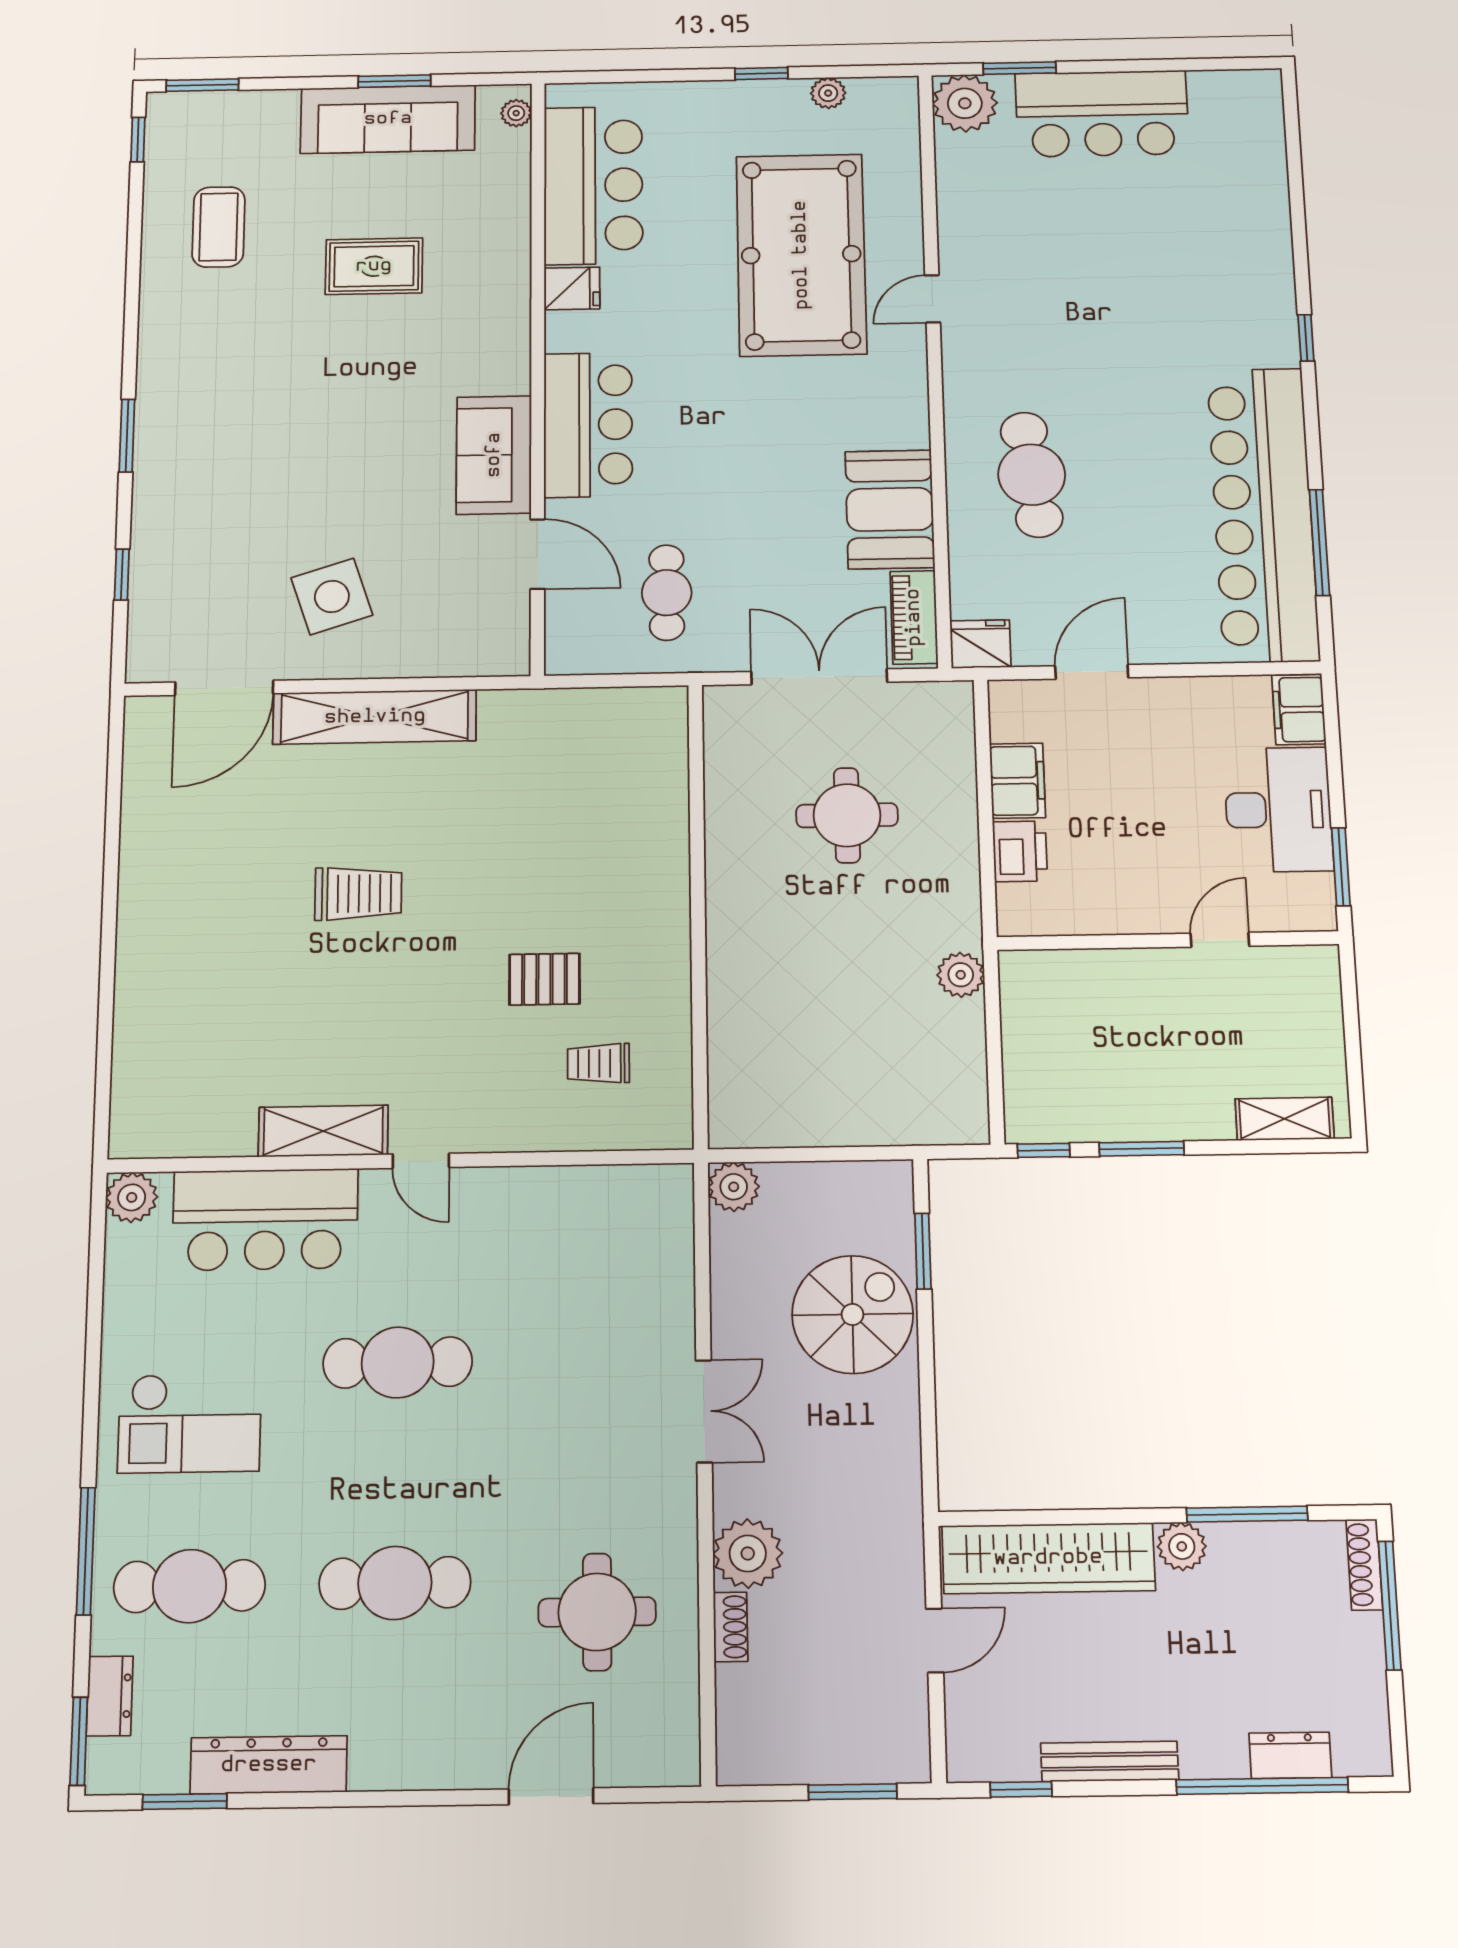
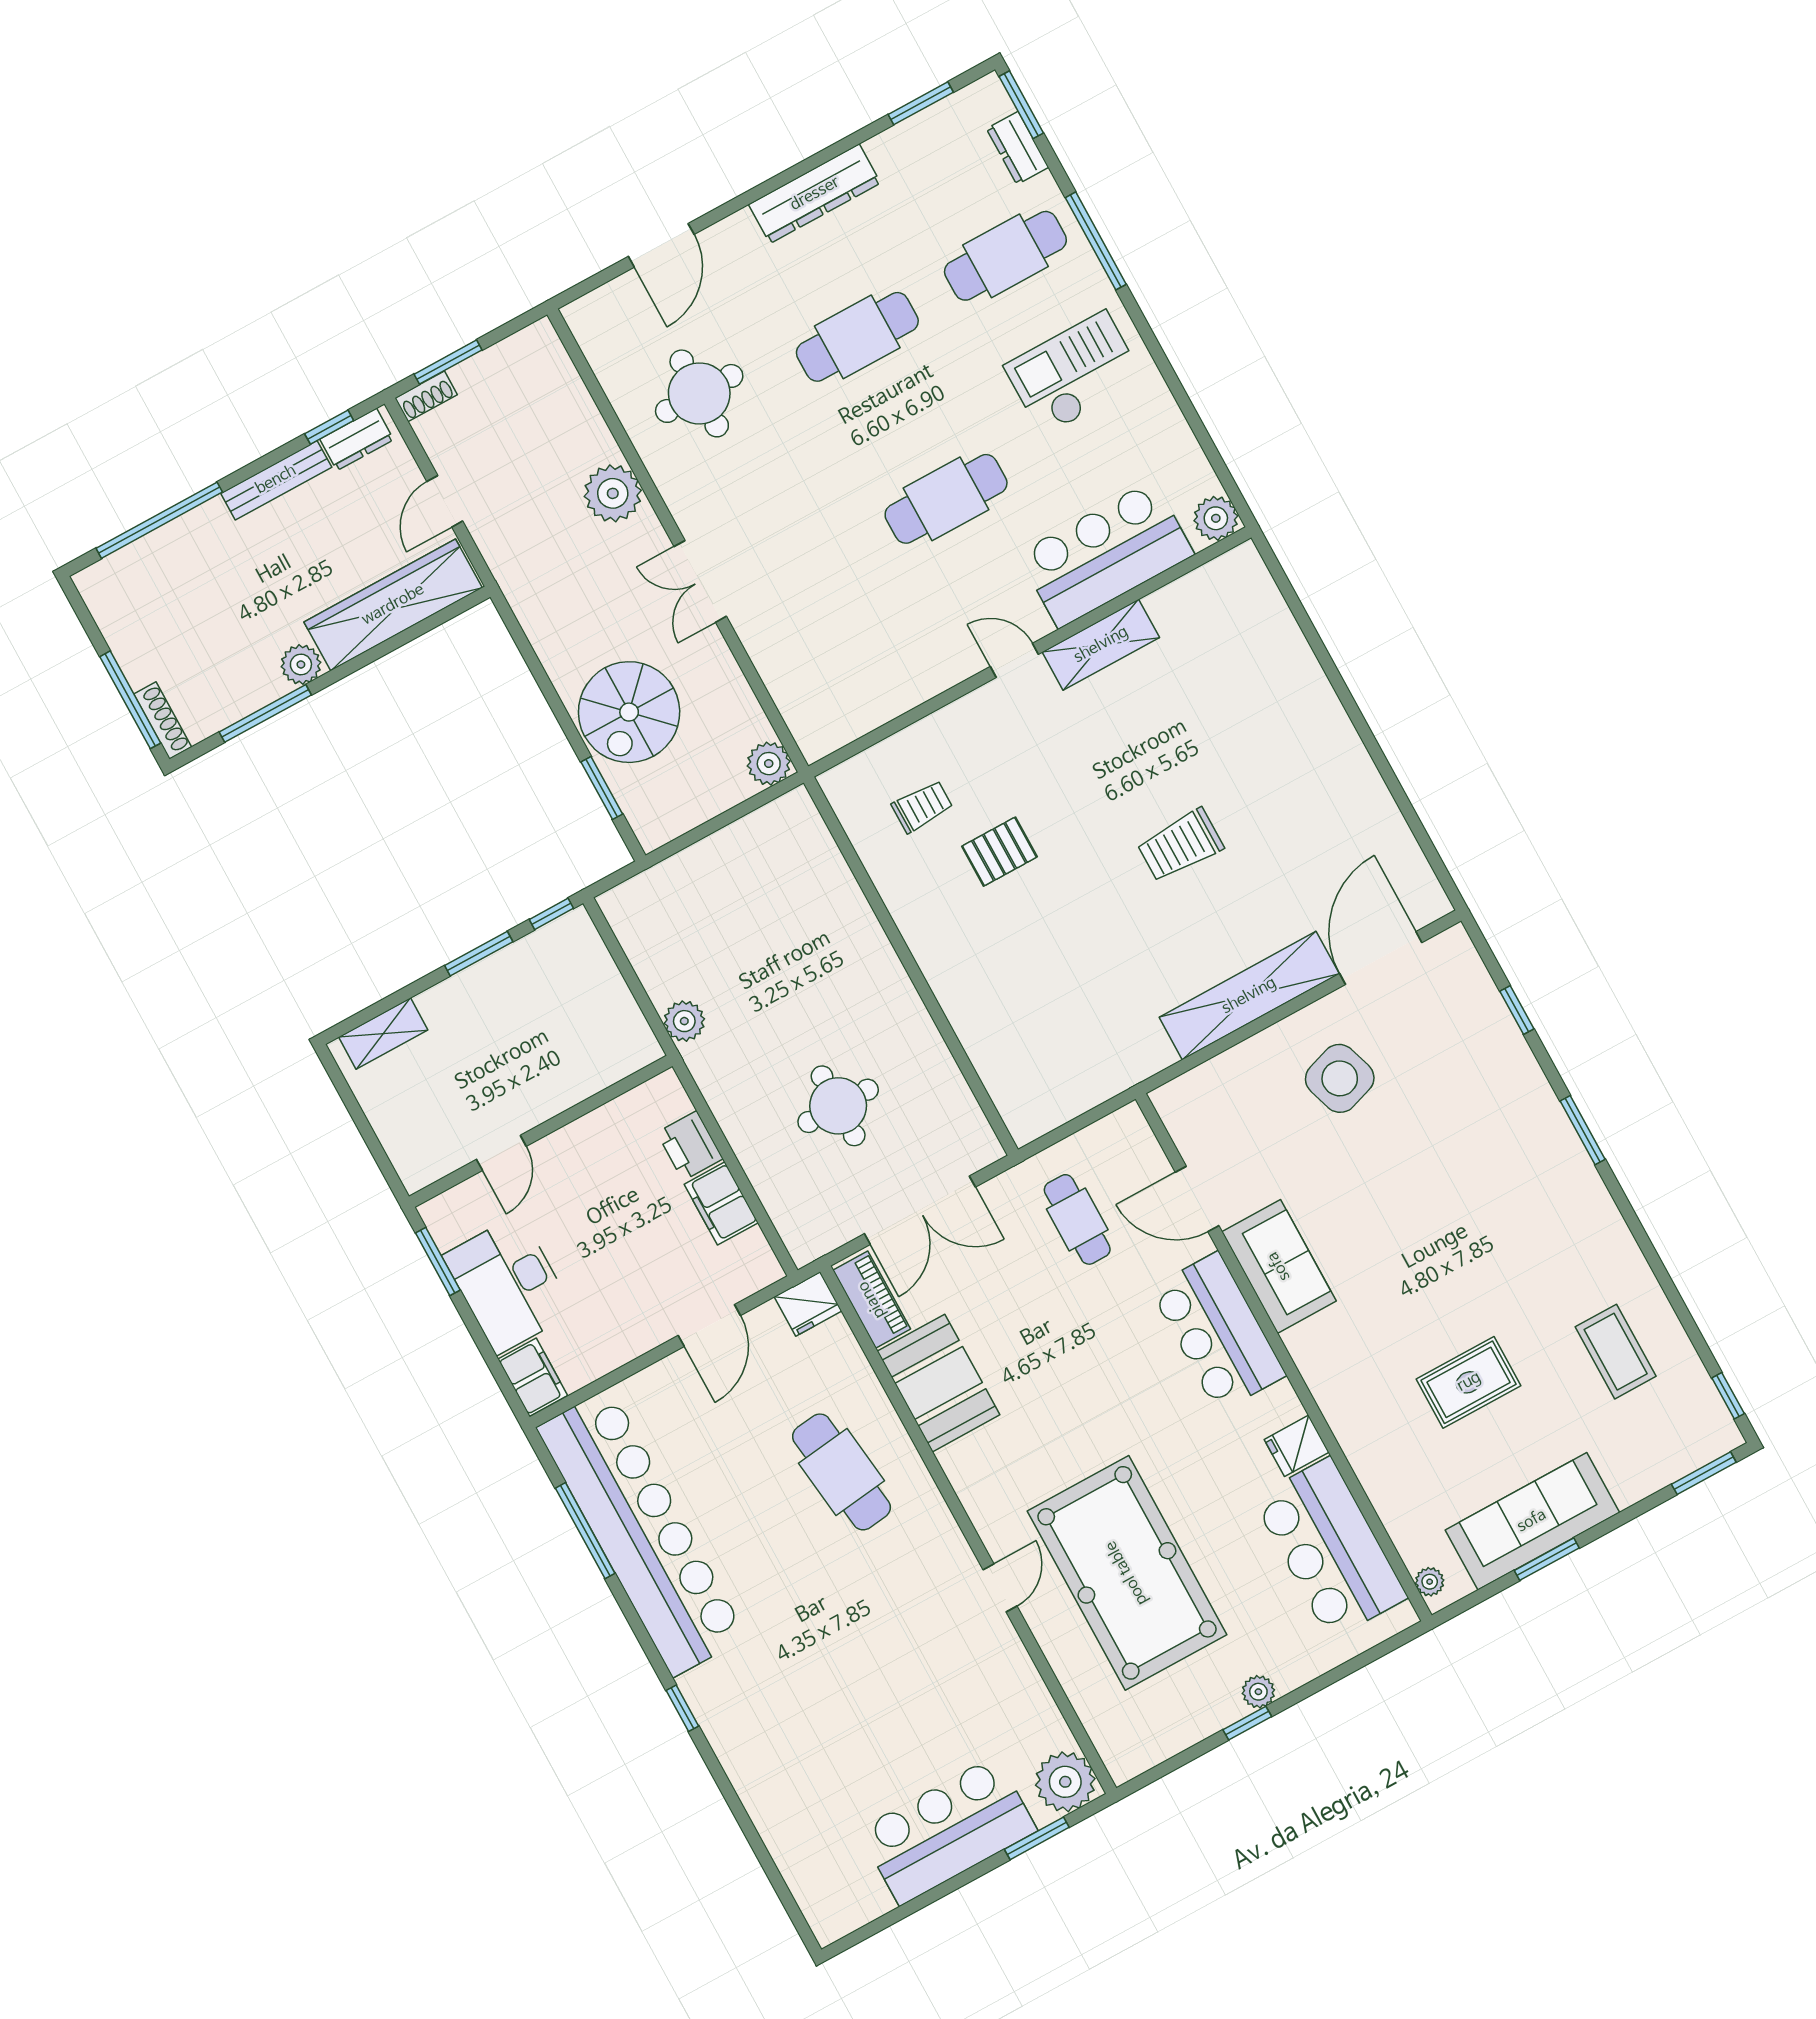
plant: (828, 93) -> (1258, 1692), moved
shoe rack: (730, 1627) -> (426, 396), moved, turned -90
dresser: (1290, 1755) -> (357, 439), moved
dresser: (269, 1765) -> (815, 194), moved

